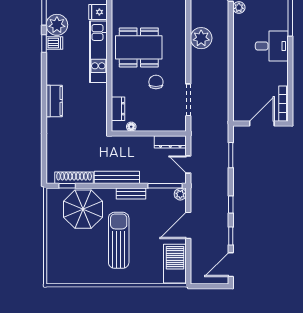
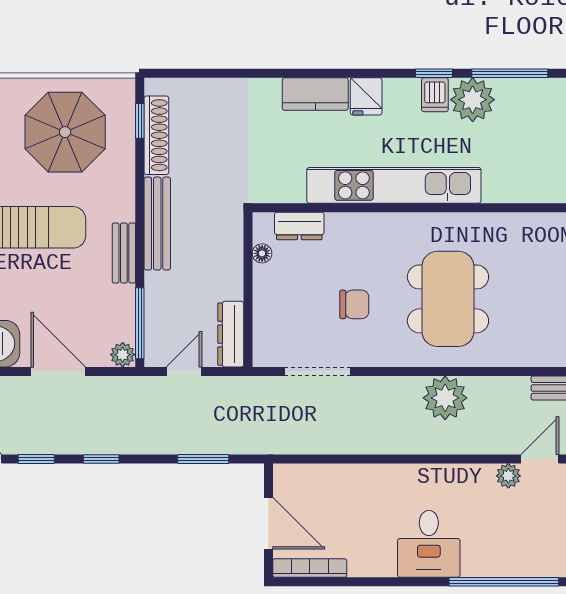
fridge: (98, 12) -> (366, 96), moved, turned 180
dining table: (139, 47) -> (448, 299), moved
kitchen unit: (98, 52) -> (394, 185), width x1.36
parasol: (83, 209) -> (65, 132), moved

